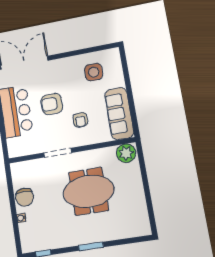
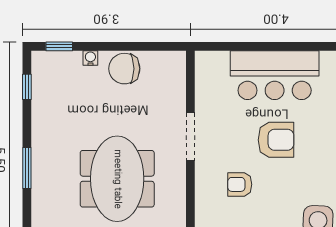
armchair: (52, 104) -> (276, 140), turned 90
window: (17, 237) -> (59, 46), added

